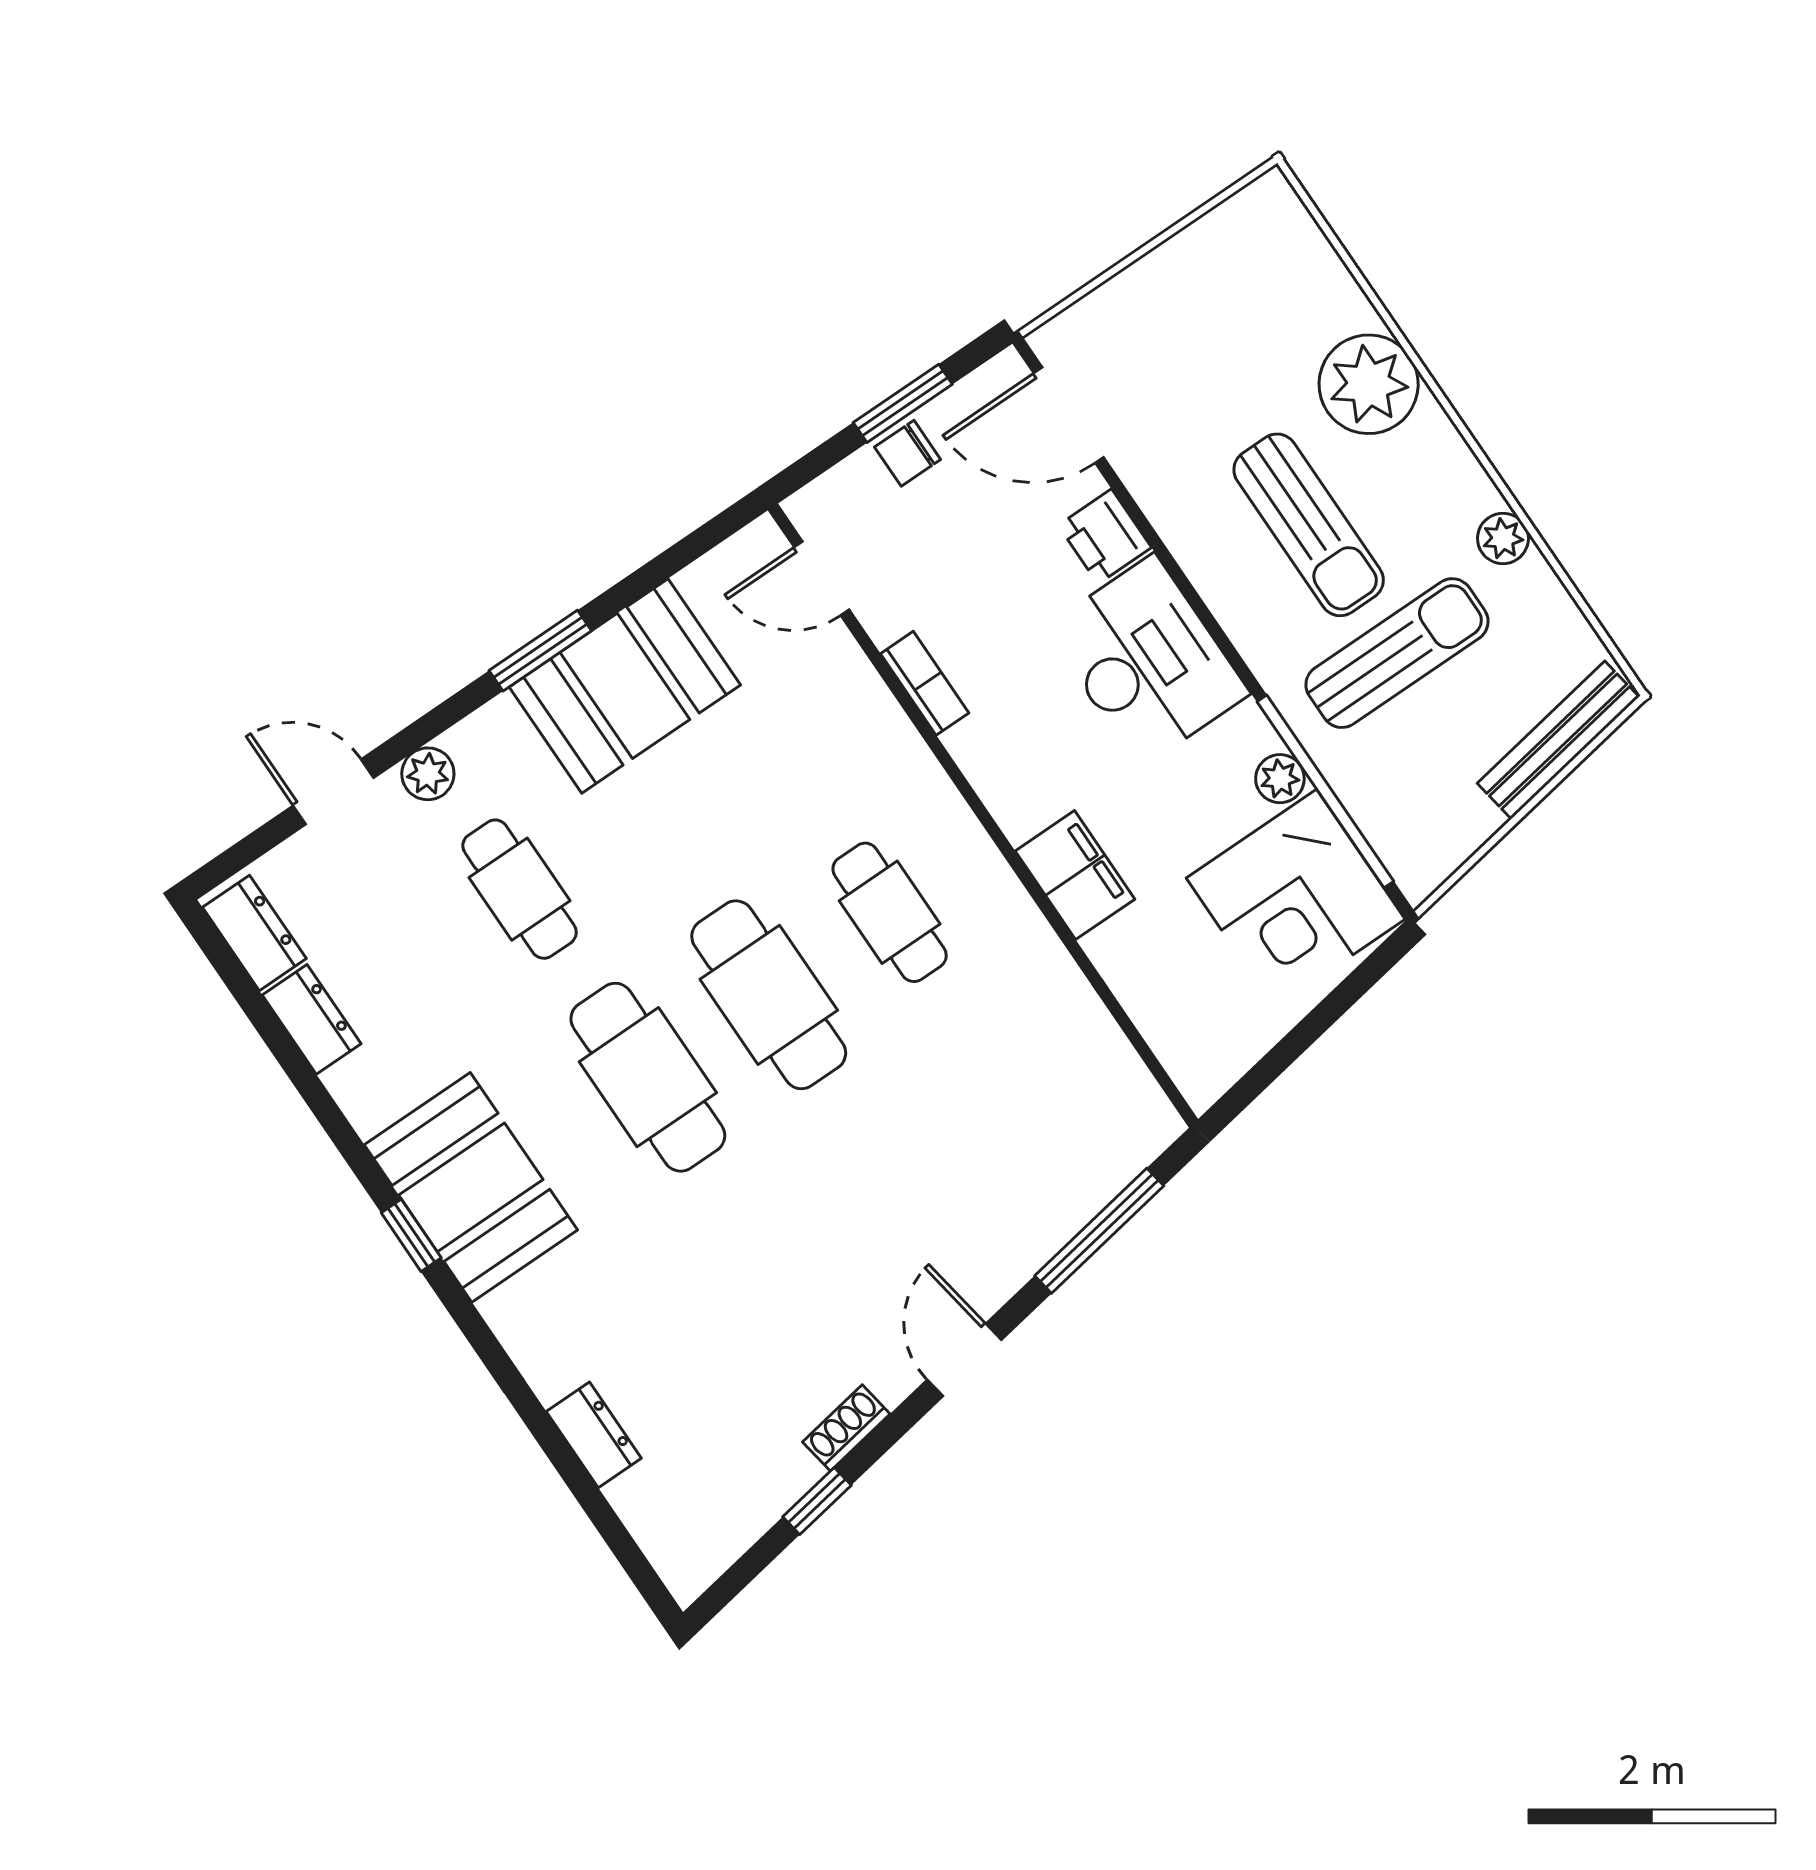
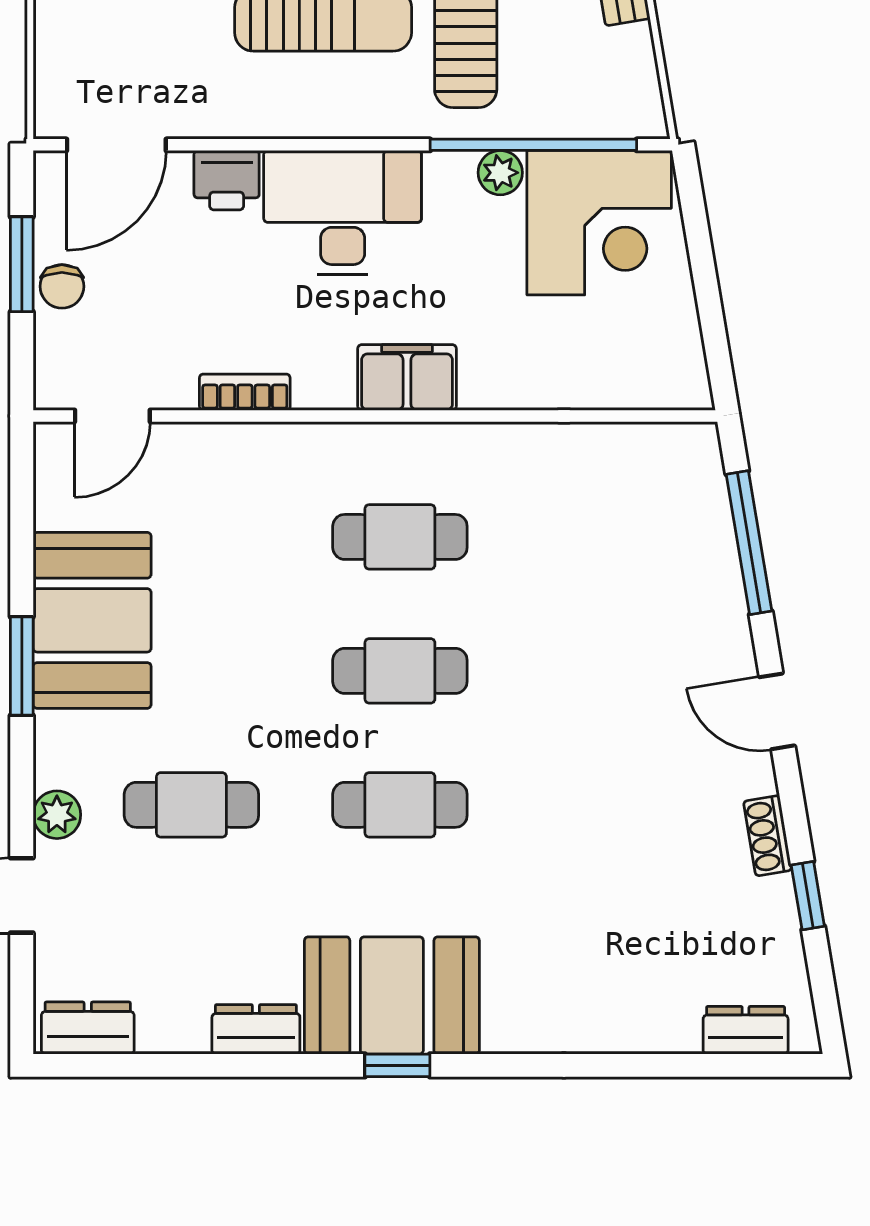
filing cabinet: (1075, 875) -> (407, 377), moved
cafe table: (769, 995) -> (400, 671), width x0.73, depth x0.74
dresser: (312, 1019) -> (256, 1029), moved
cafe table: (648, 1077) -> (400, 805), width x0.73, depth x0.74
dresser: (594, 1435) -> (746, 1030), moved

